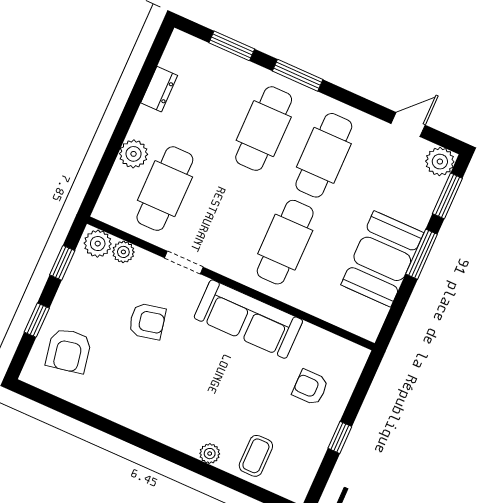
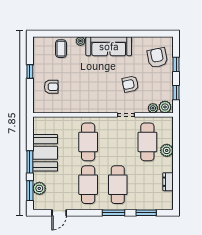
plant: (440, 162) -> (39, 188), moved
sofa: (248, 319) -> (109, 46), moved, turned 180

